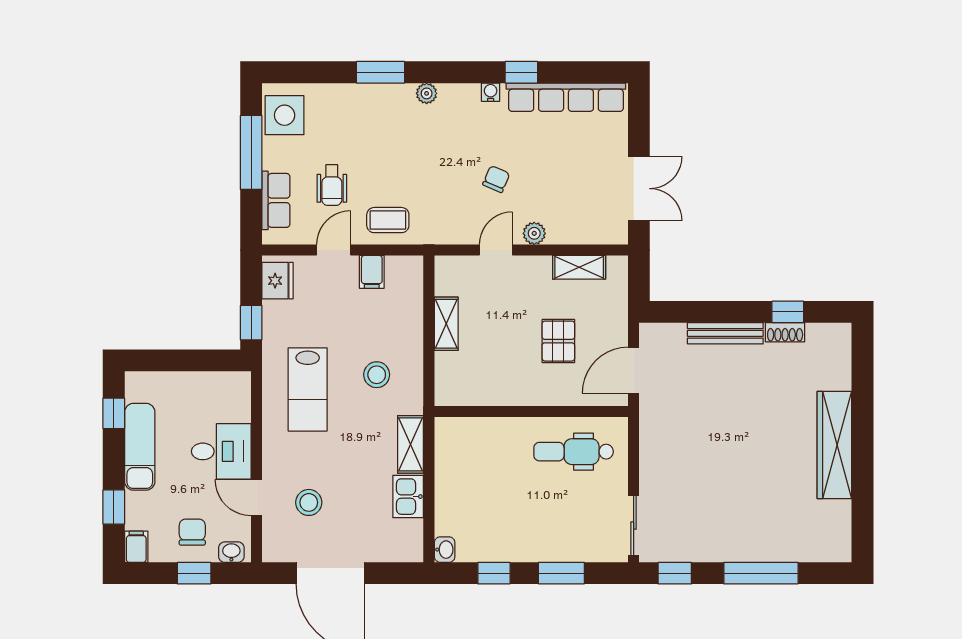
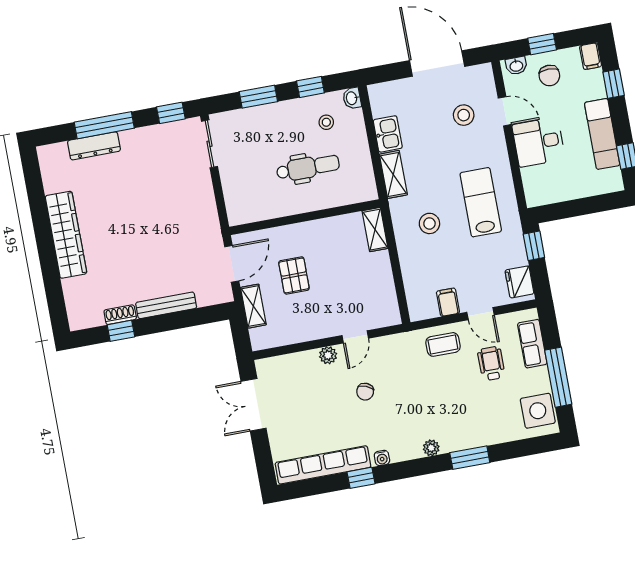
door: (334, 250) -> (481, 314), hinge flipped
shelving: (579, 267) -> (253, 306), moved, turned 90
shelving: (446, 324) -> (375, 230), moved
dental chair: (574, 452) -> (308, 168), moved
stool: (482, 525) -> (326, 122), added
dresser: (779, 550) -> (94, 146), added

